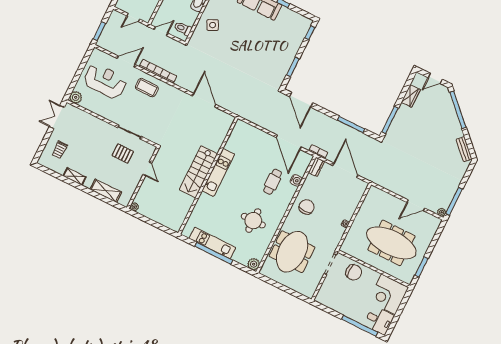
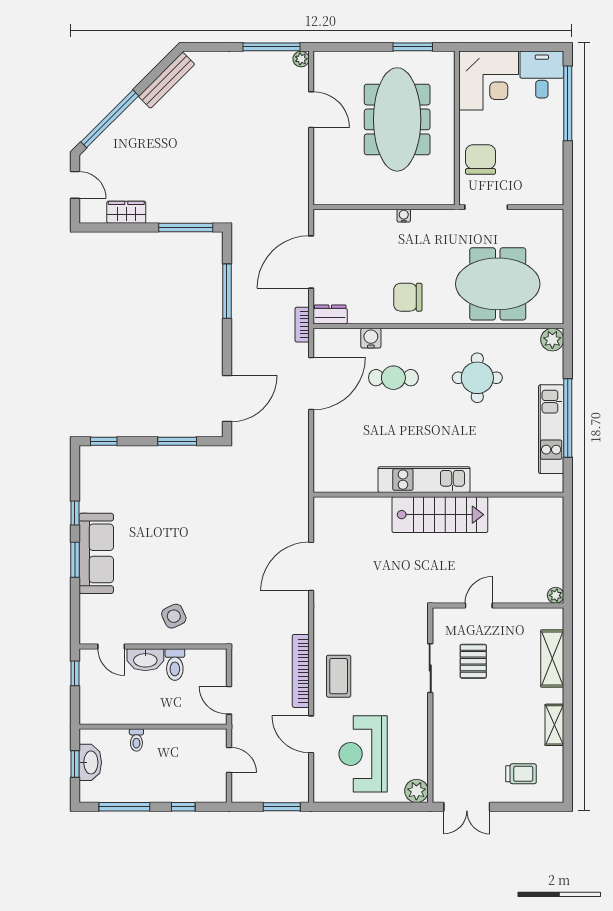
toilet: (183, 28) -> (175, 665), moved
bench: (464, 149) -> (167, 80), width x1.36

